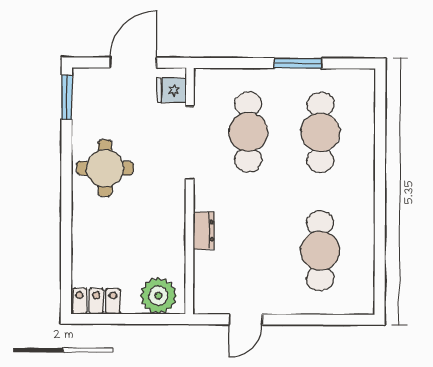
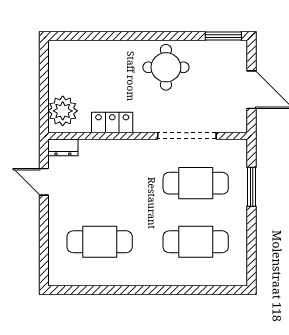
window: (298, 63) -> (252, 187), moved
fridge: (172, 90) -> (229, 121), removed
dresser: (204, 231) -> (63, 147), moved
locker: (96, 301) -> (112, 122), moved, turned -90

